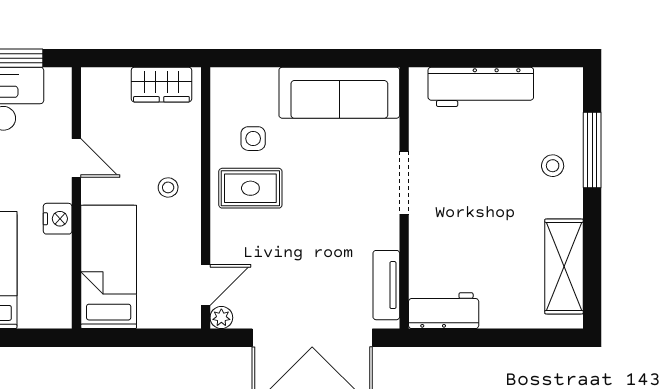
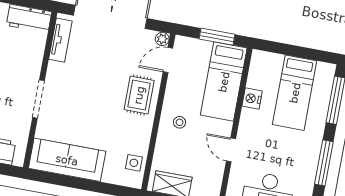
side table: (253, 139) -> (134, 163), moved
rug: (250, 188) -> (139, 95), moved, turned 90
nightstand: (58, 219) -> (252, 98), moved
window: (133, 338) -> (217, 37), added

